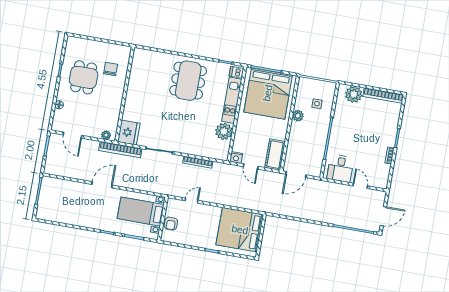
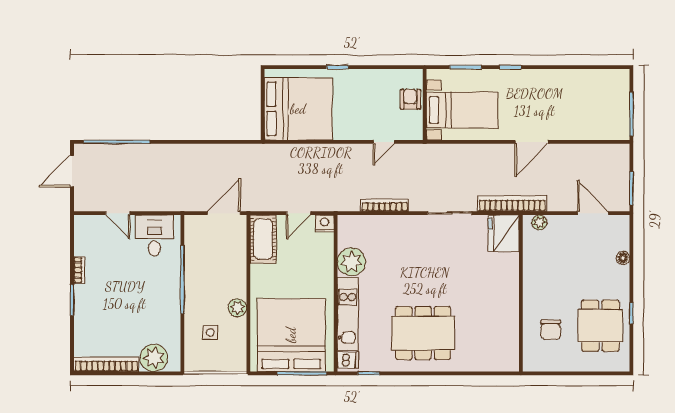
dining table: (84, 77) -> (600, 326), moved
dining table: (188, 81) -> (423, 333), turned 90
door: (251, 167) -> (299, 213), swing flipped

